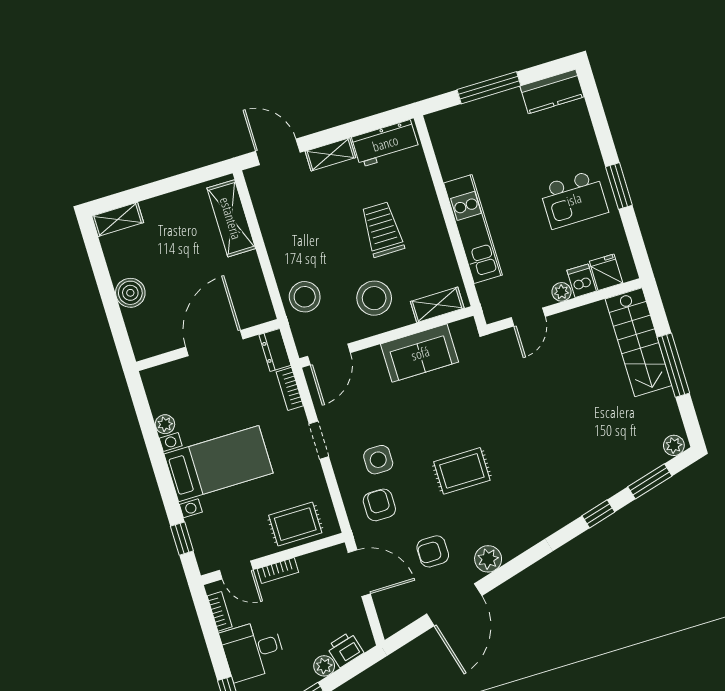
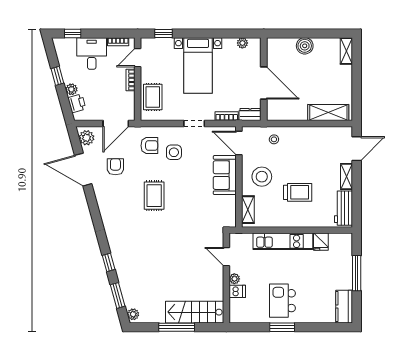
fridge: (606, 272) -> (321, 242), moved, turned 90
stool: (305, 297) -> (274, 139), width x0.53, depth x0.53
sofa: (420, 353) -> (225, 175), moved
plant: (165, 424) -> (242, 43), moved
plant: (488, 559) -> (87, 138), moved

